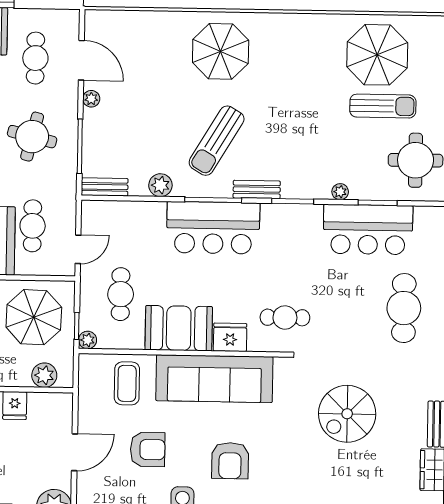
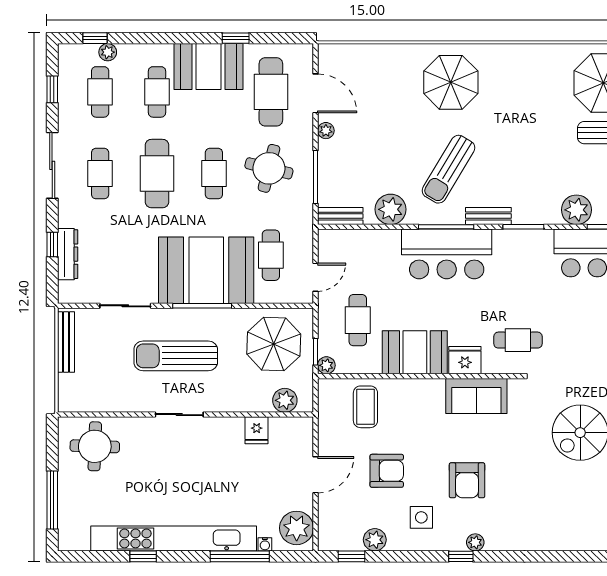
cafe table: (35, 58) -> (271, 92), width x1.37, depth x1.35
plant: (160, 185) -> (391, 209), width x1.36, depth x1.36
plant: (340, 192) -> (577, 210), width x1.87, depth x1.87
sofa: (214, 379) -> (476, 396), width x0.54, depth x0.79

